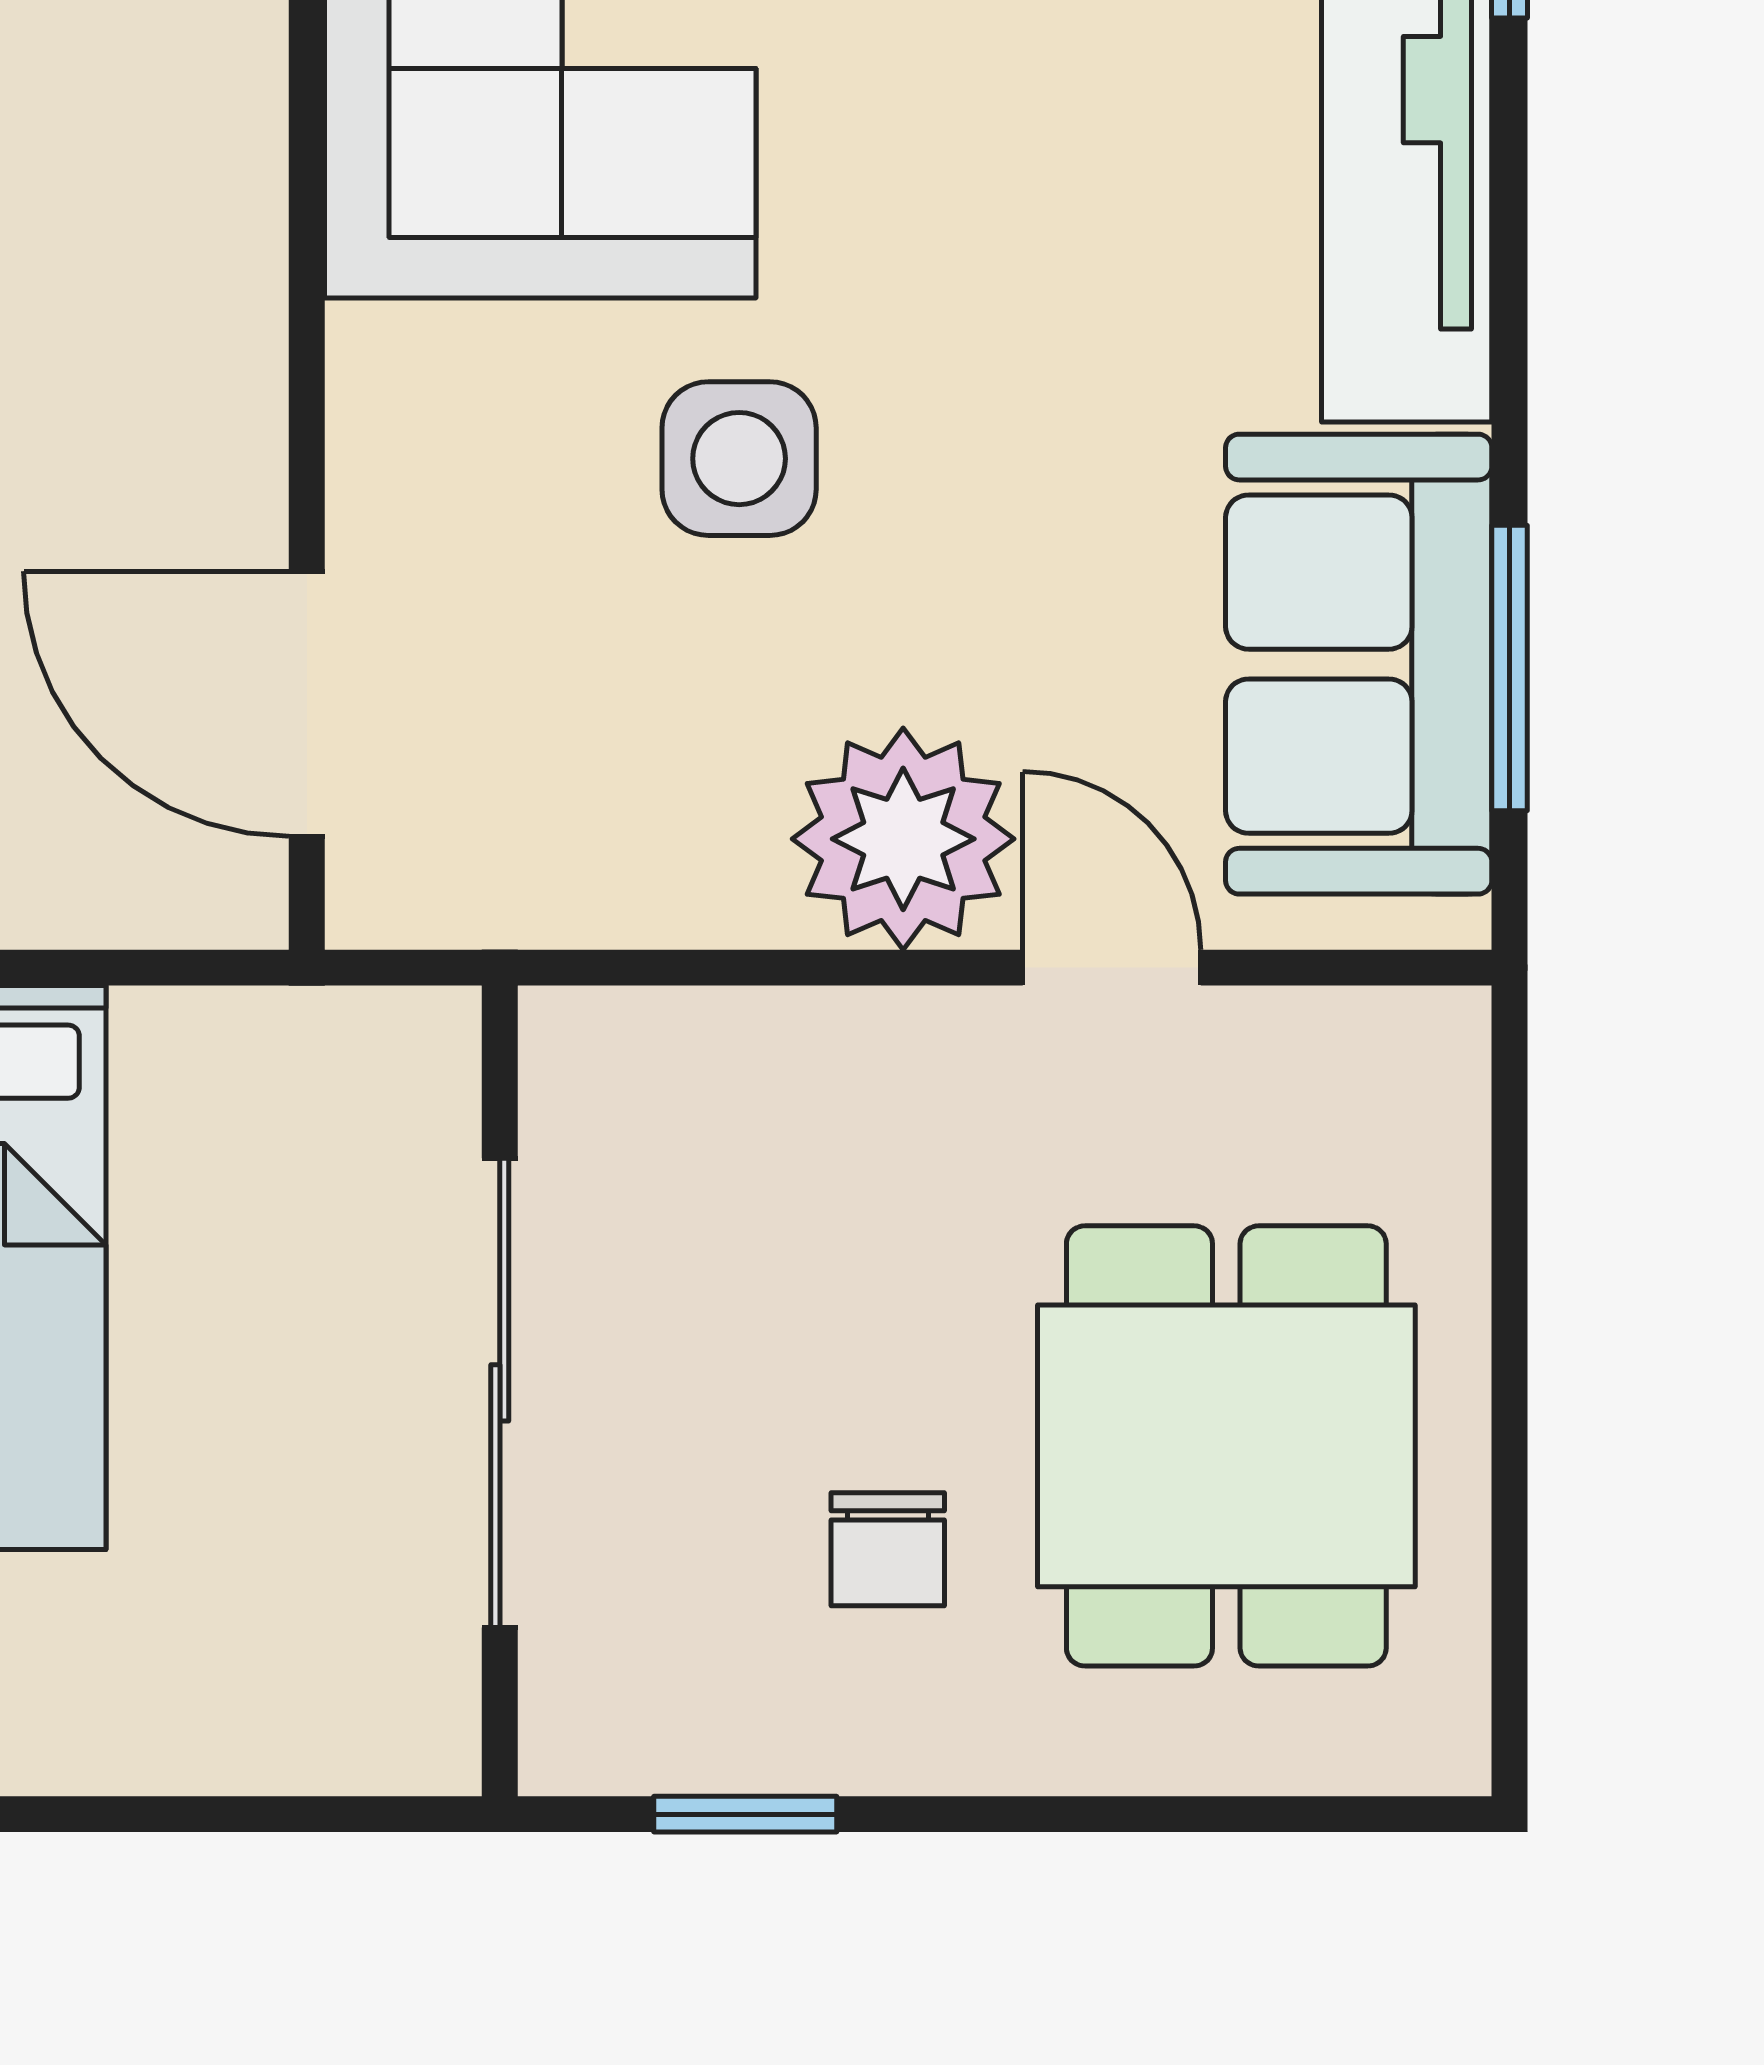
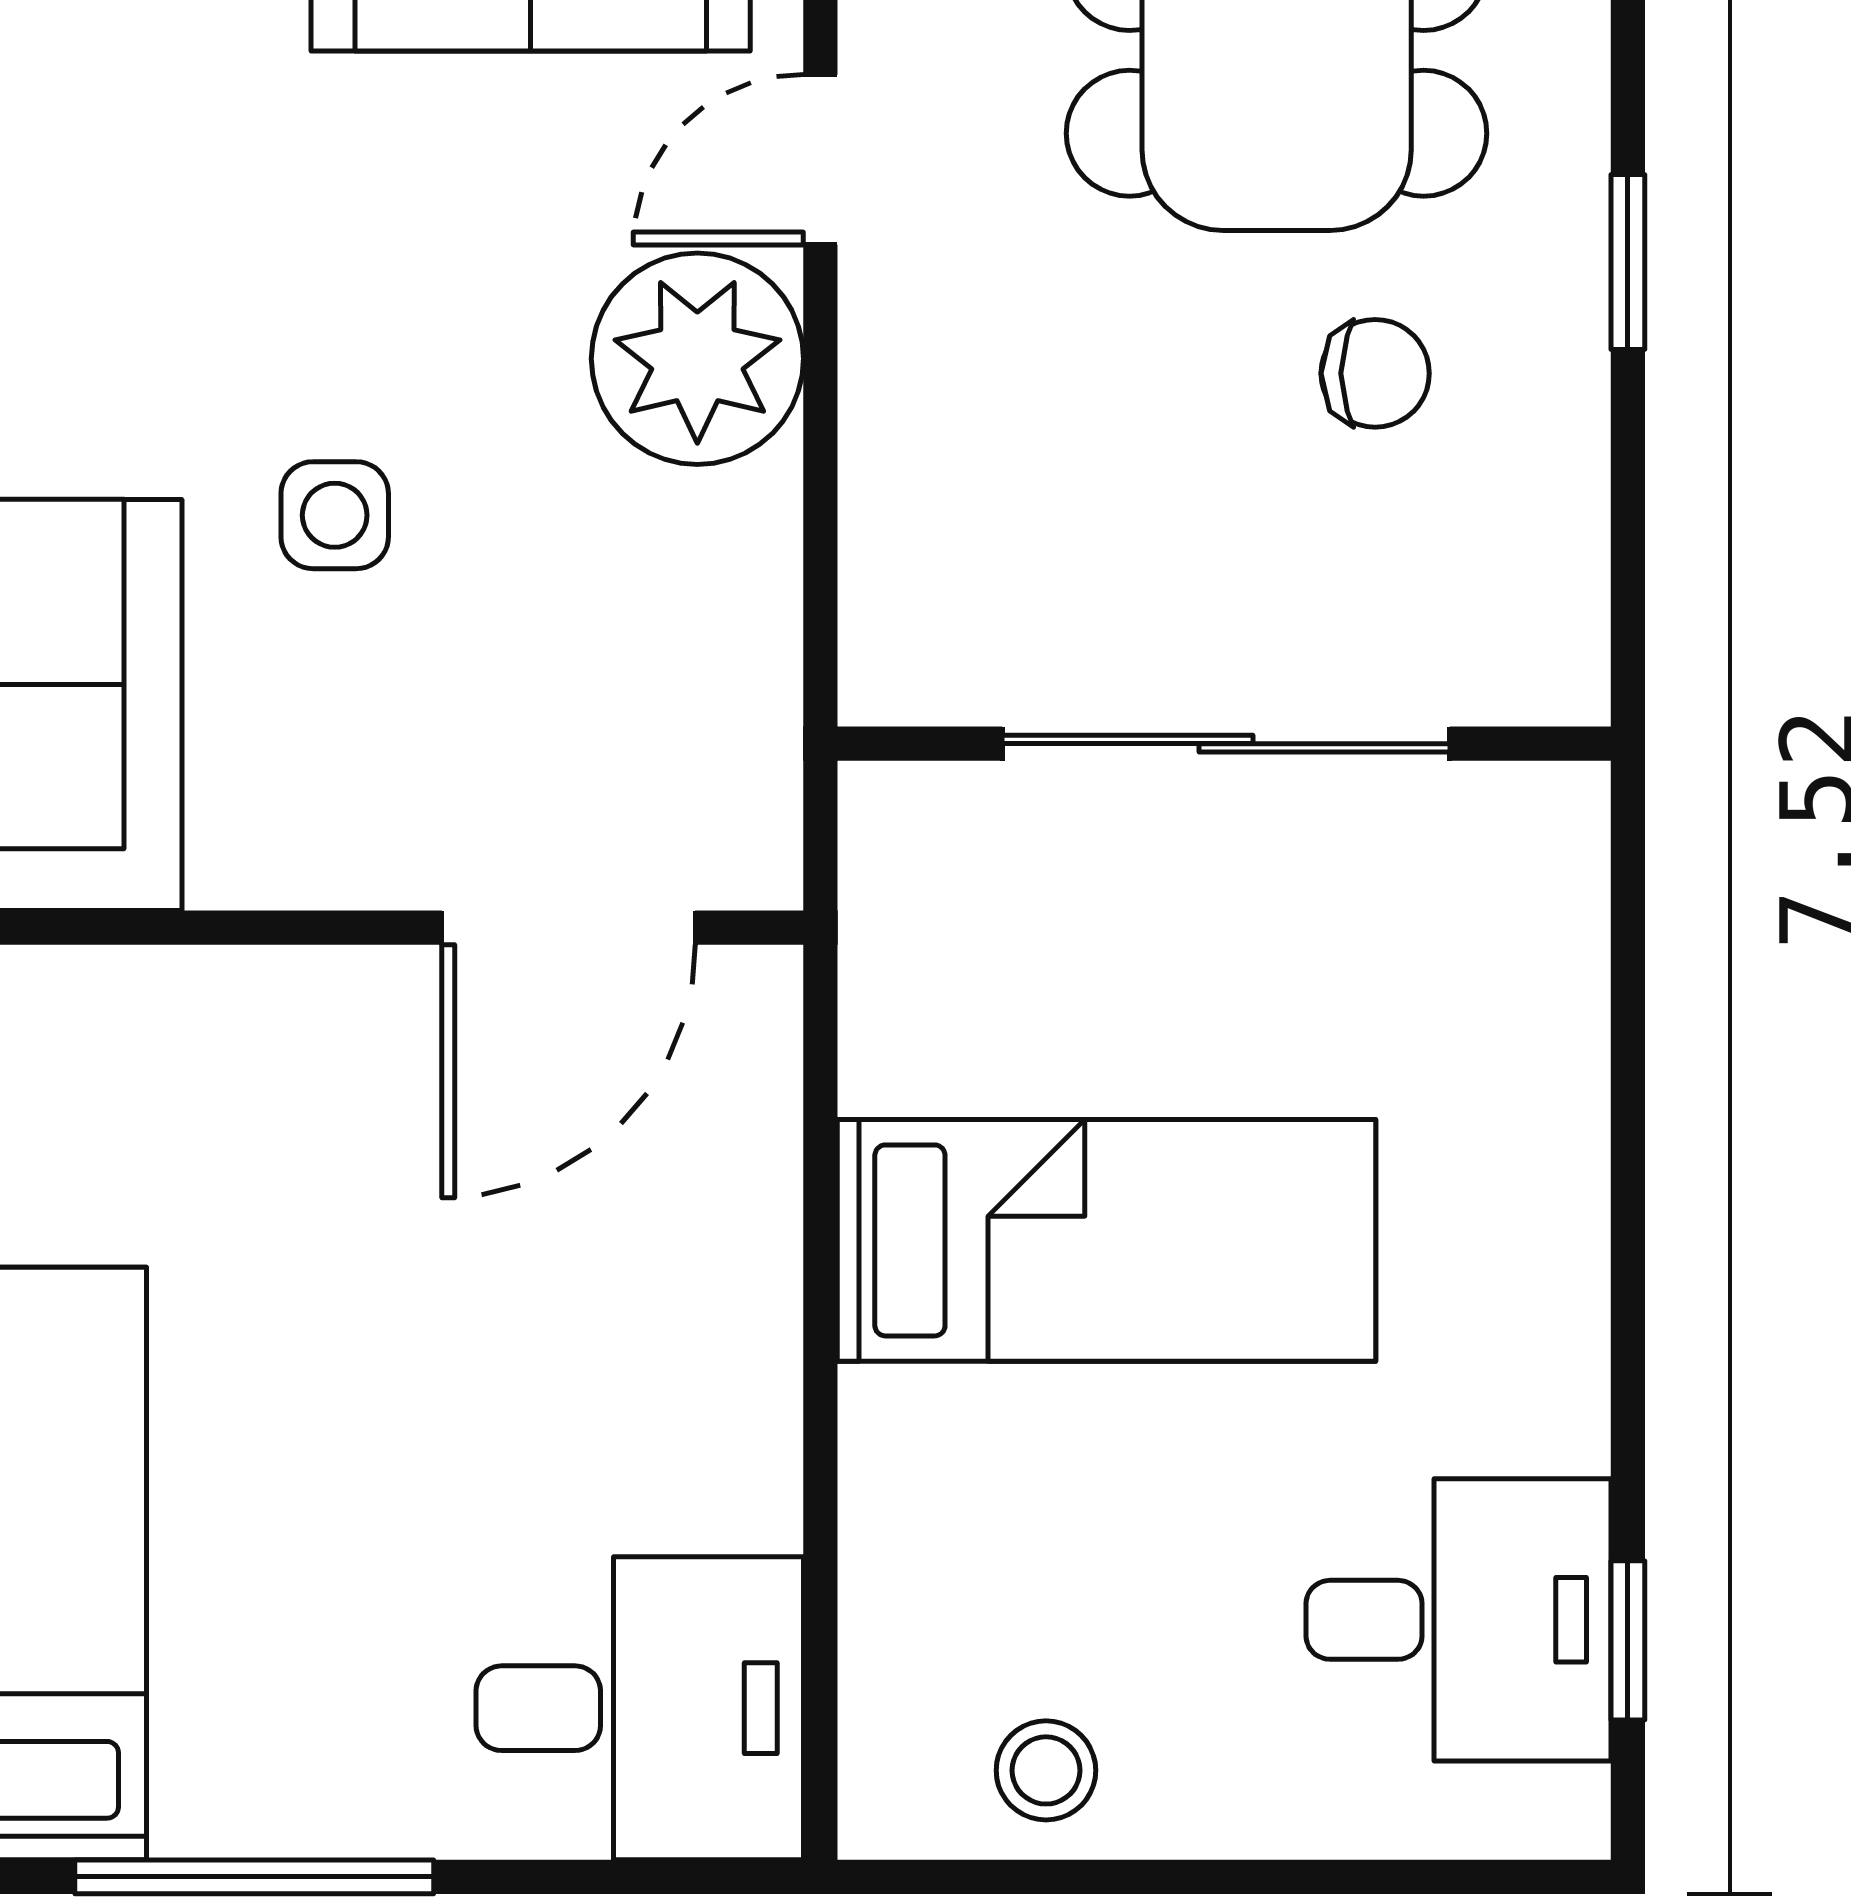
side table: (739, 459) -> (335, 515), width x0.73, depth x0.73
window: (745, 1814) -> (1628, 262), moved

